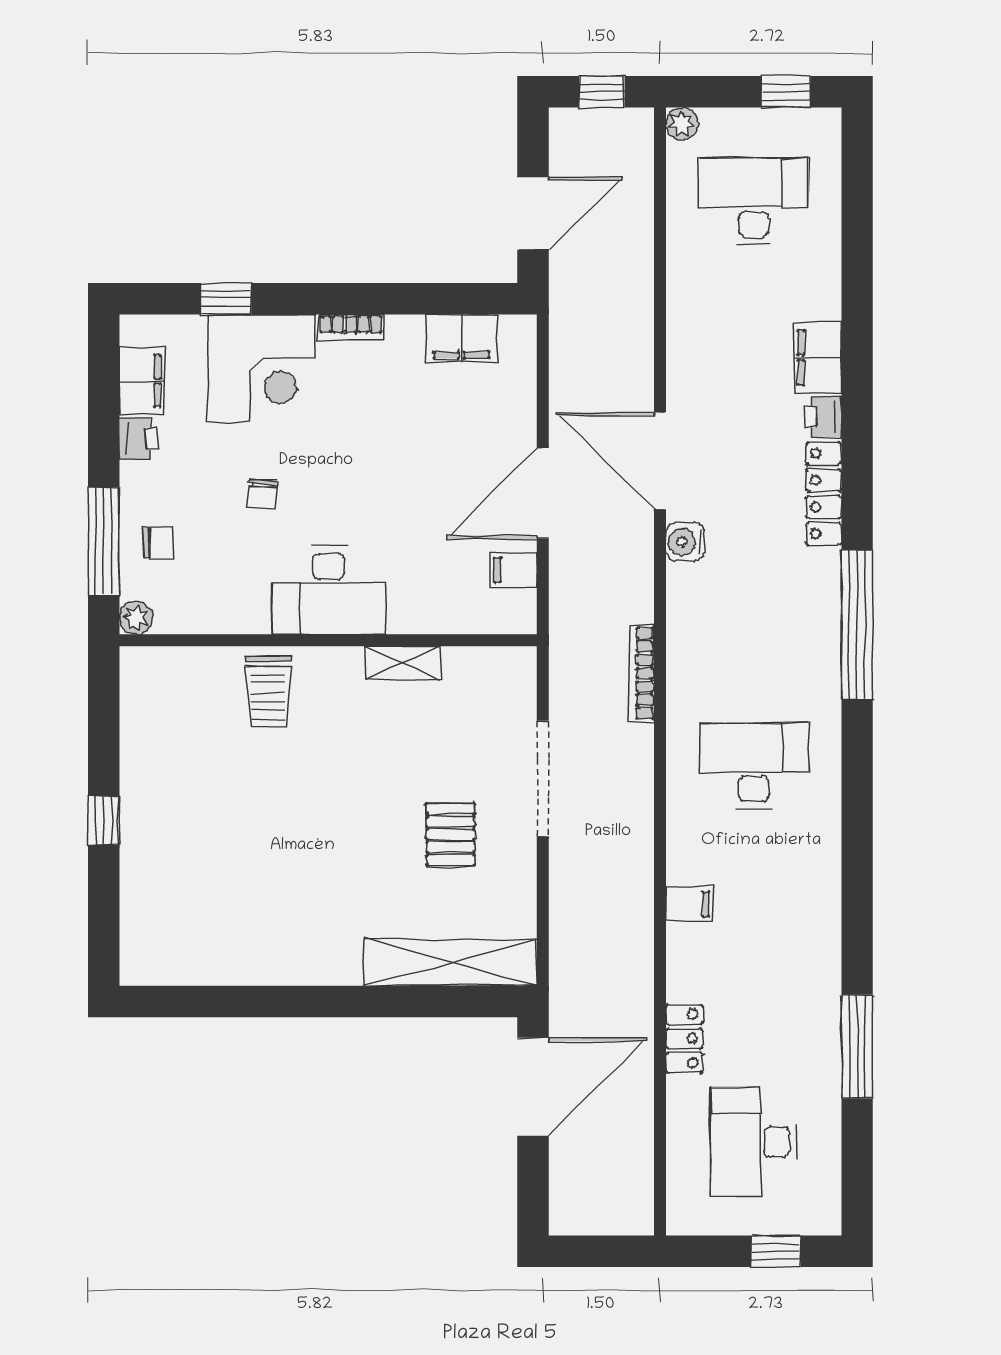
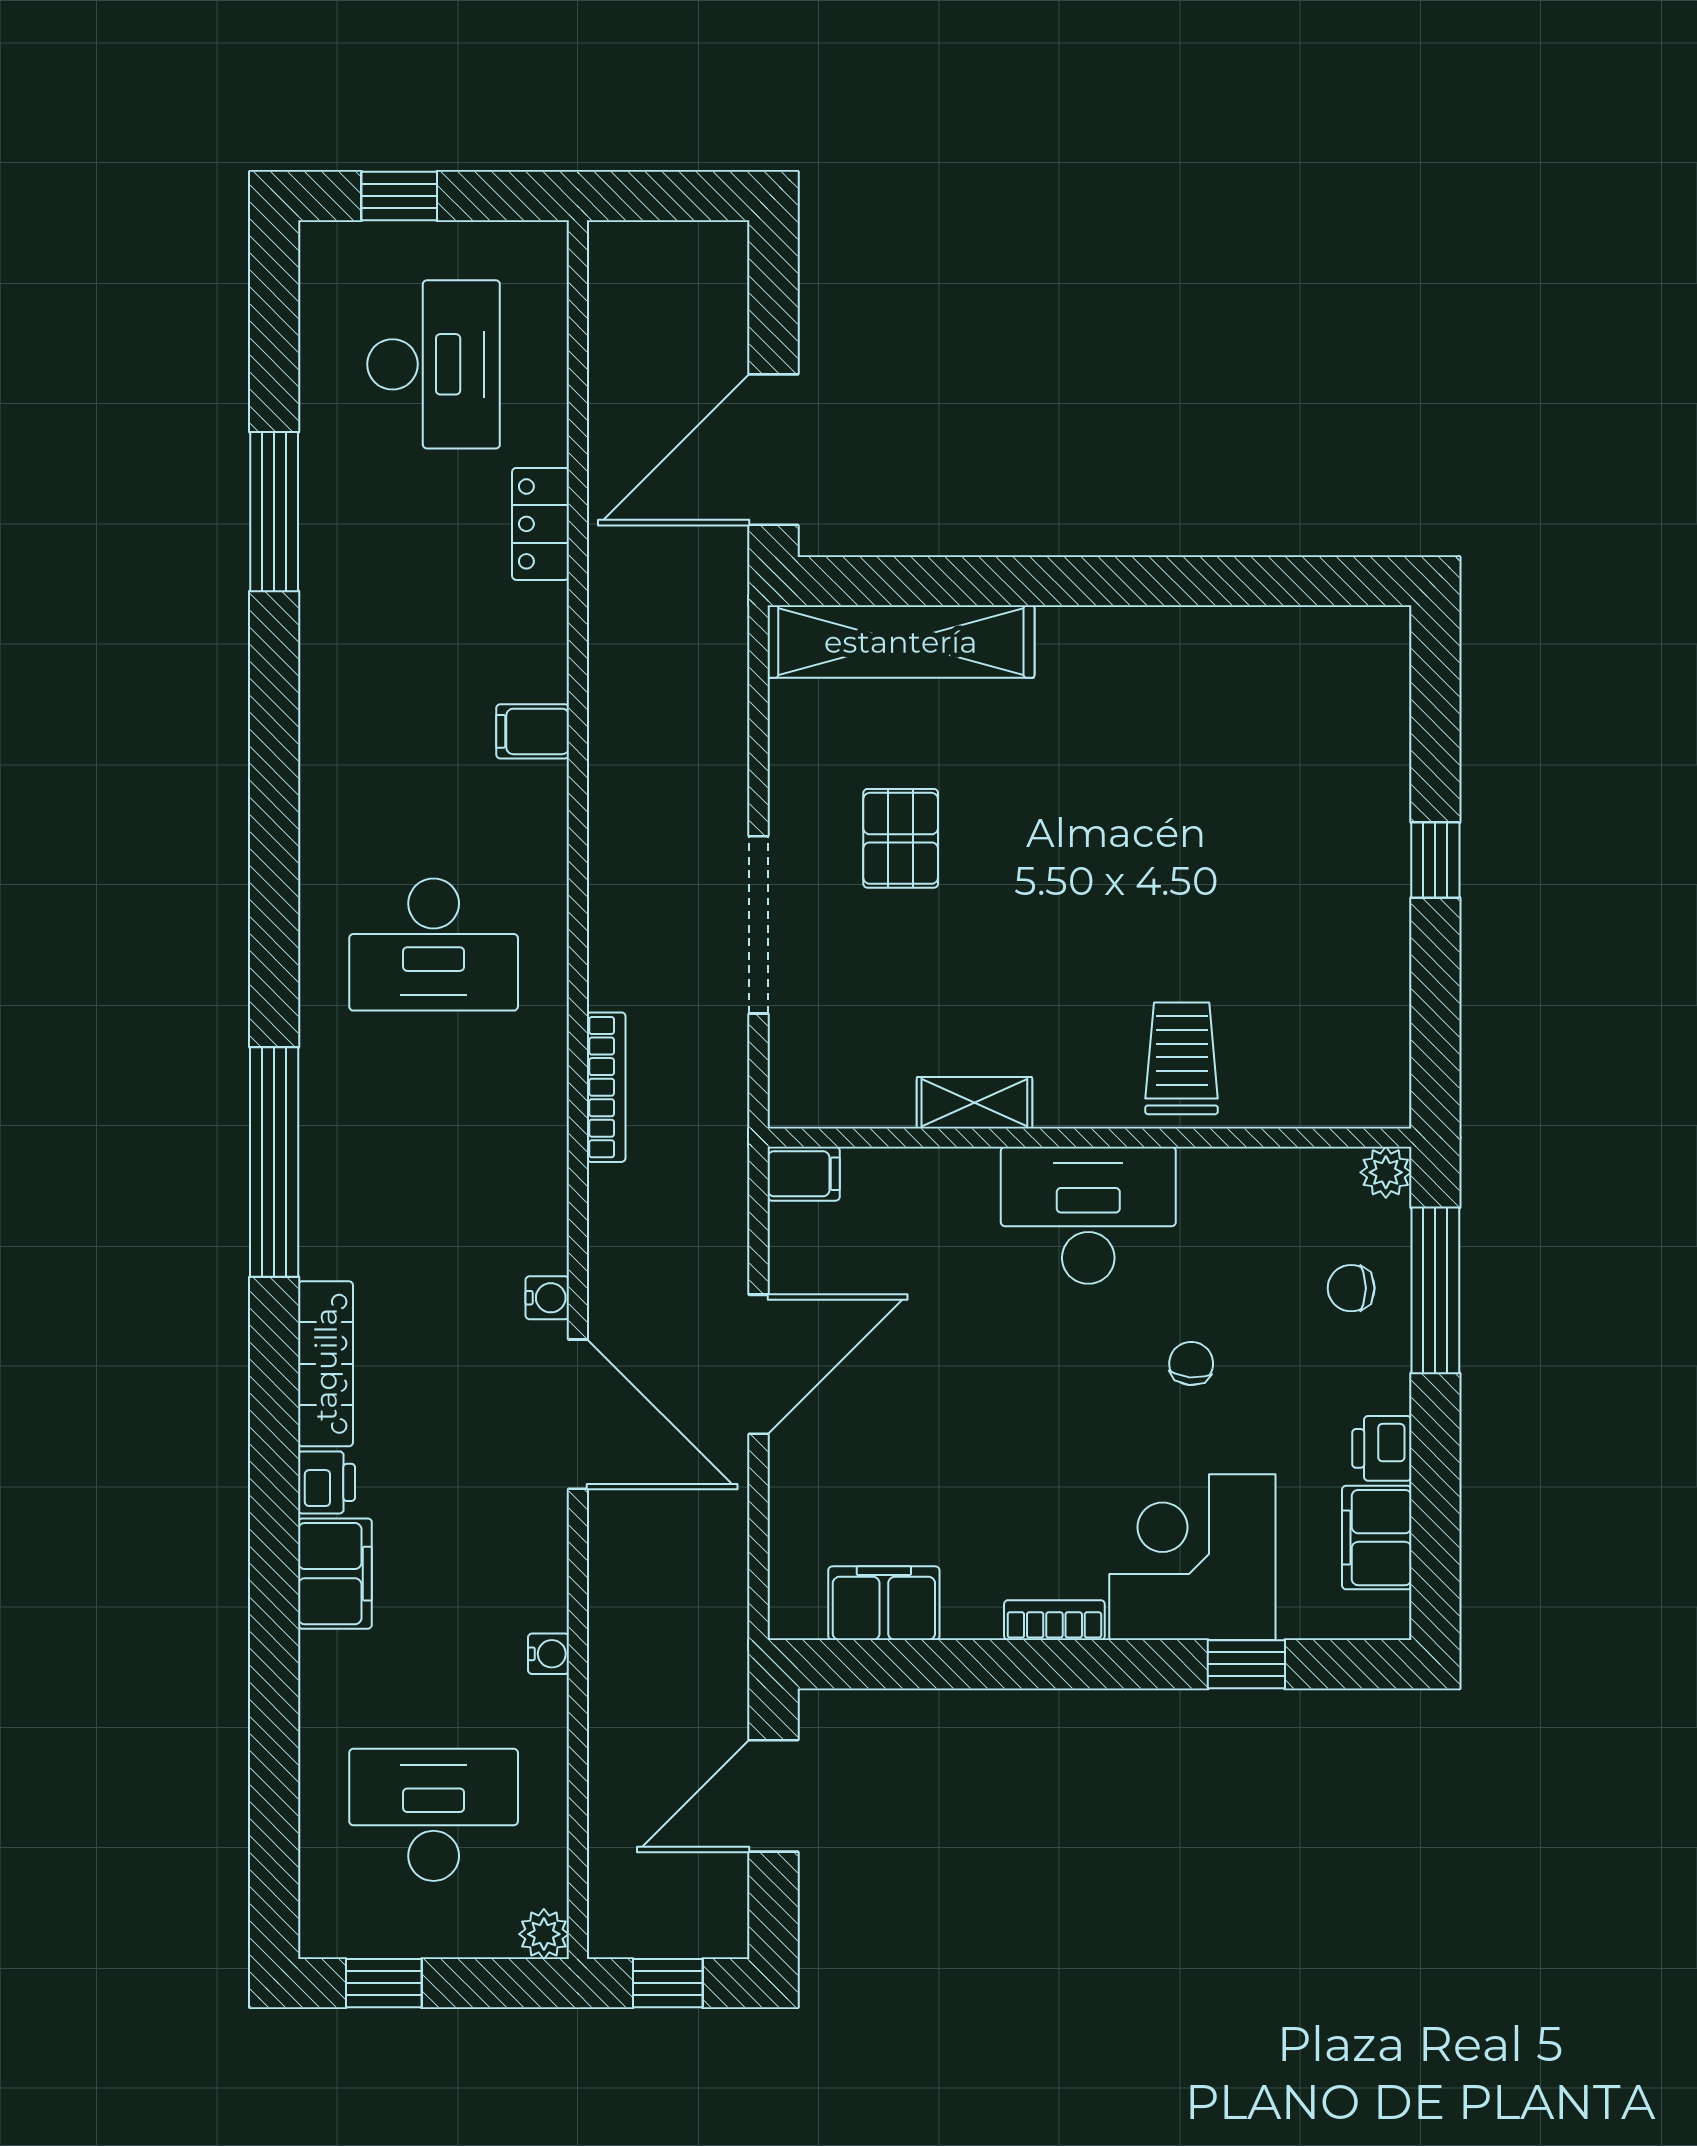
desk: (754, 201) -> (434, 1815), turned 180
water cooler: (679, 305) -> (549, 1654), added
water cooler: (685, 542) -> (547, 1298), width x0.72, depth x0.72
filing cabinet: (514, 570) -> (804, 1174), moved

